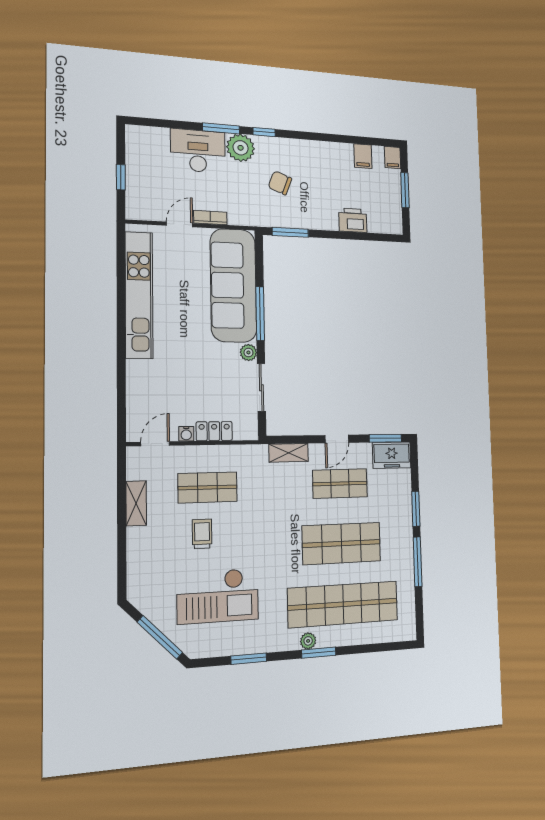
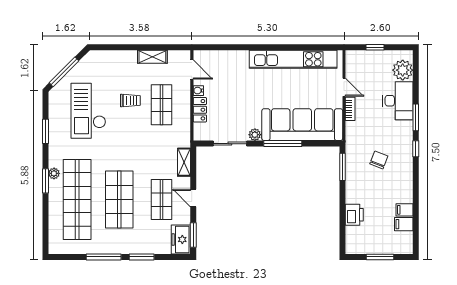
plant: (241, 148) -> (403, 70), moved
filing cabinet: (393, 158) -> (405, 210), moved

